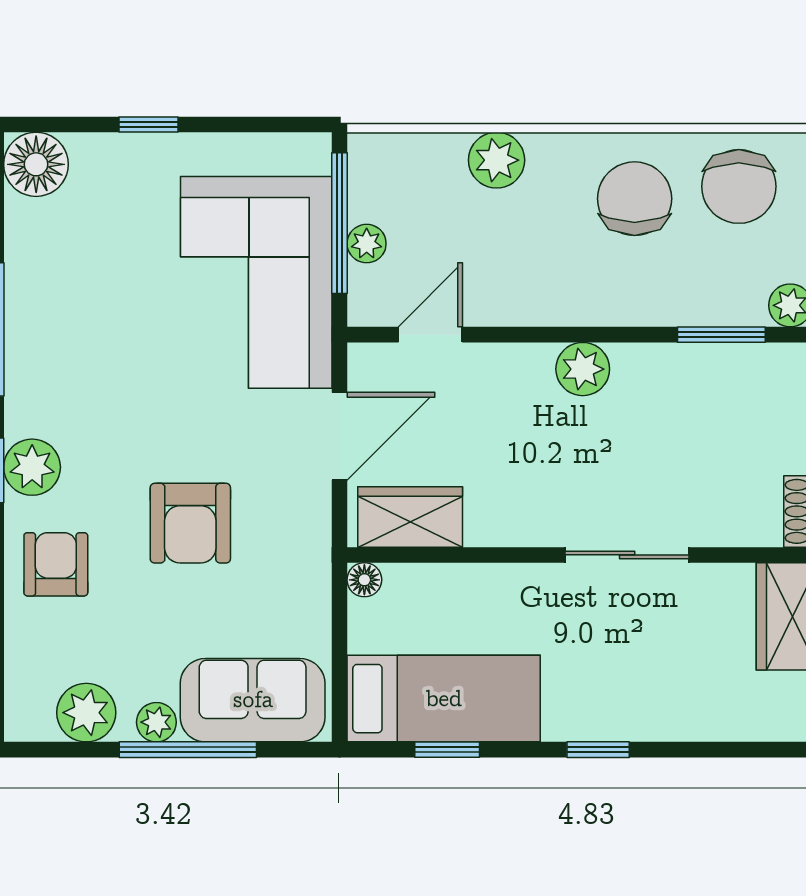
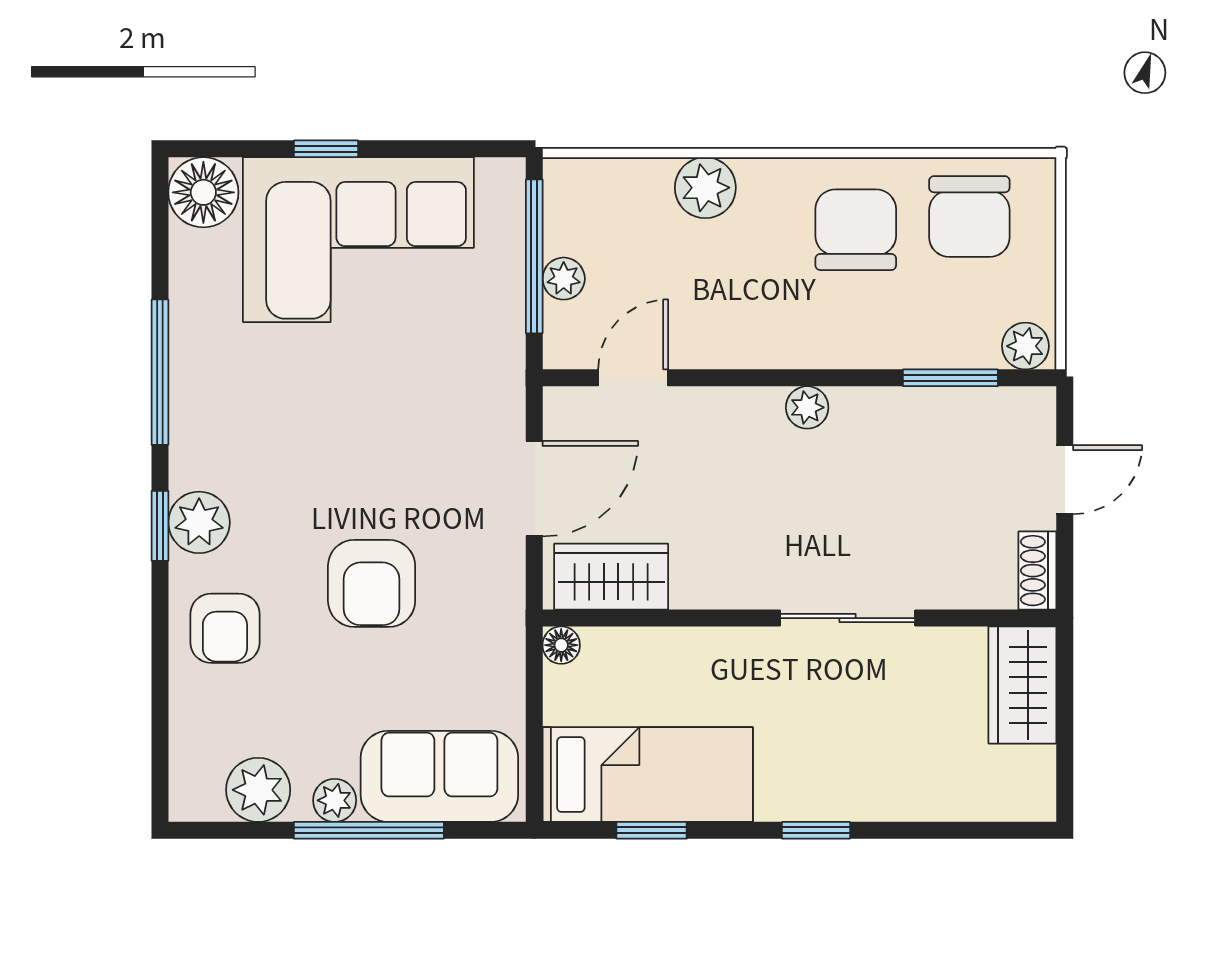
corner sofa: (256, 282) -> (358, 240), moved, turned -90
plant: (583, 369) -> (807, 407), width x0.73, depth x0.73
armchair: (56, 564) -> (225, 628), turned 180

